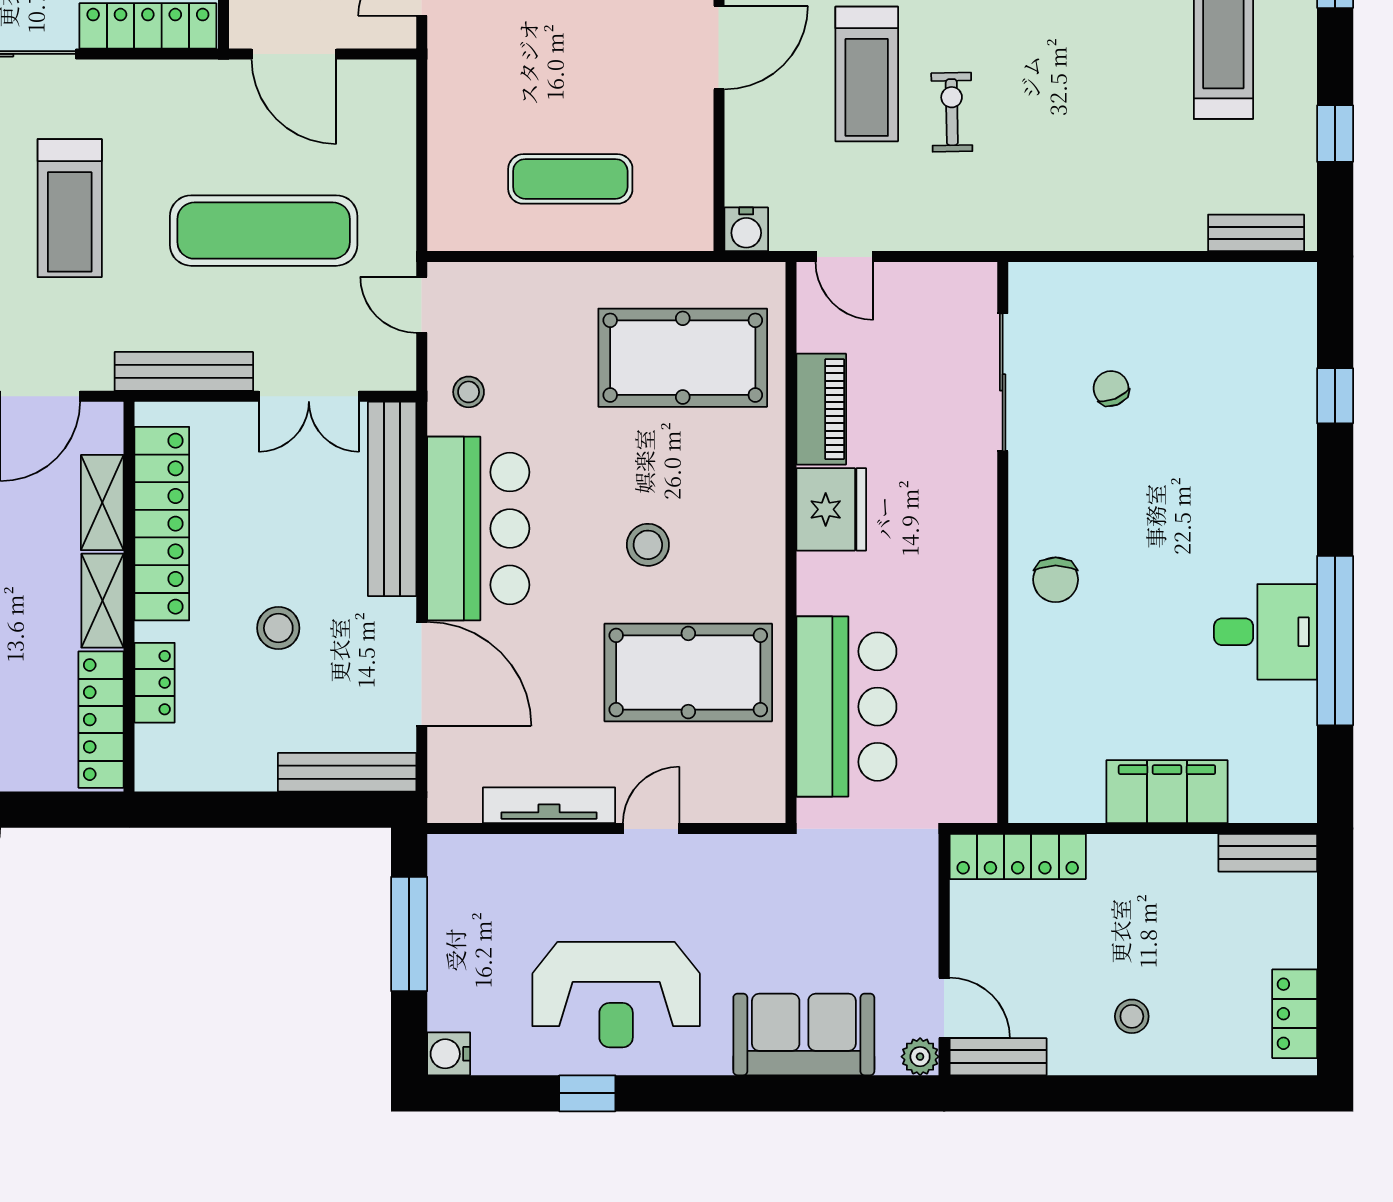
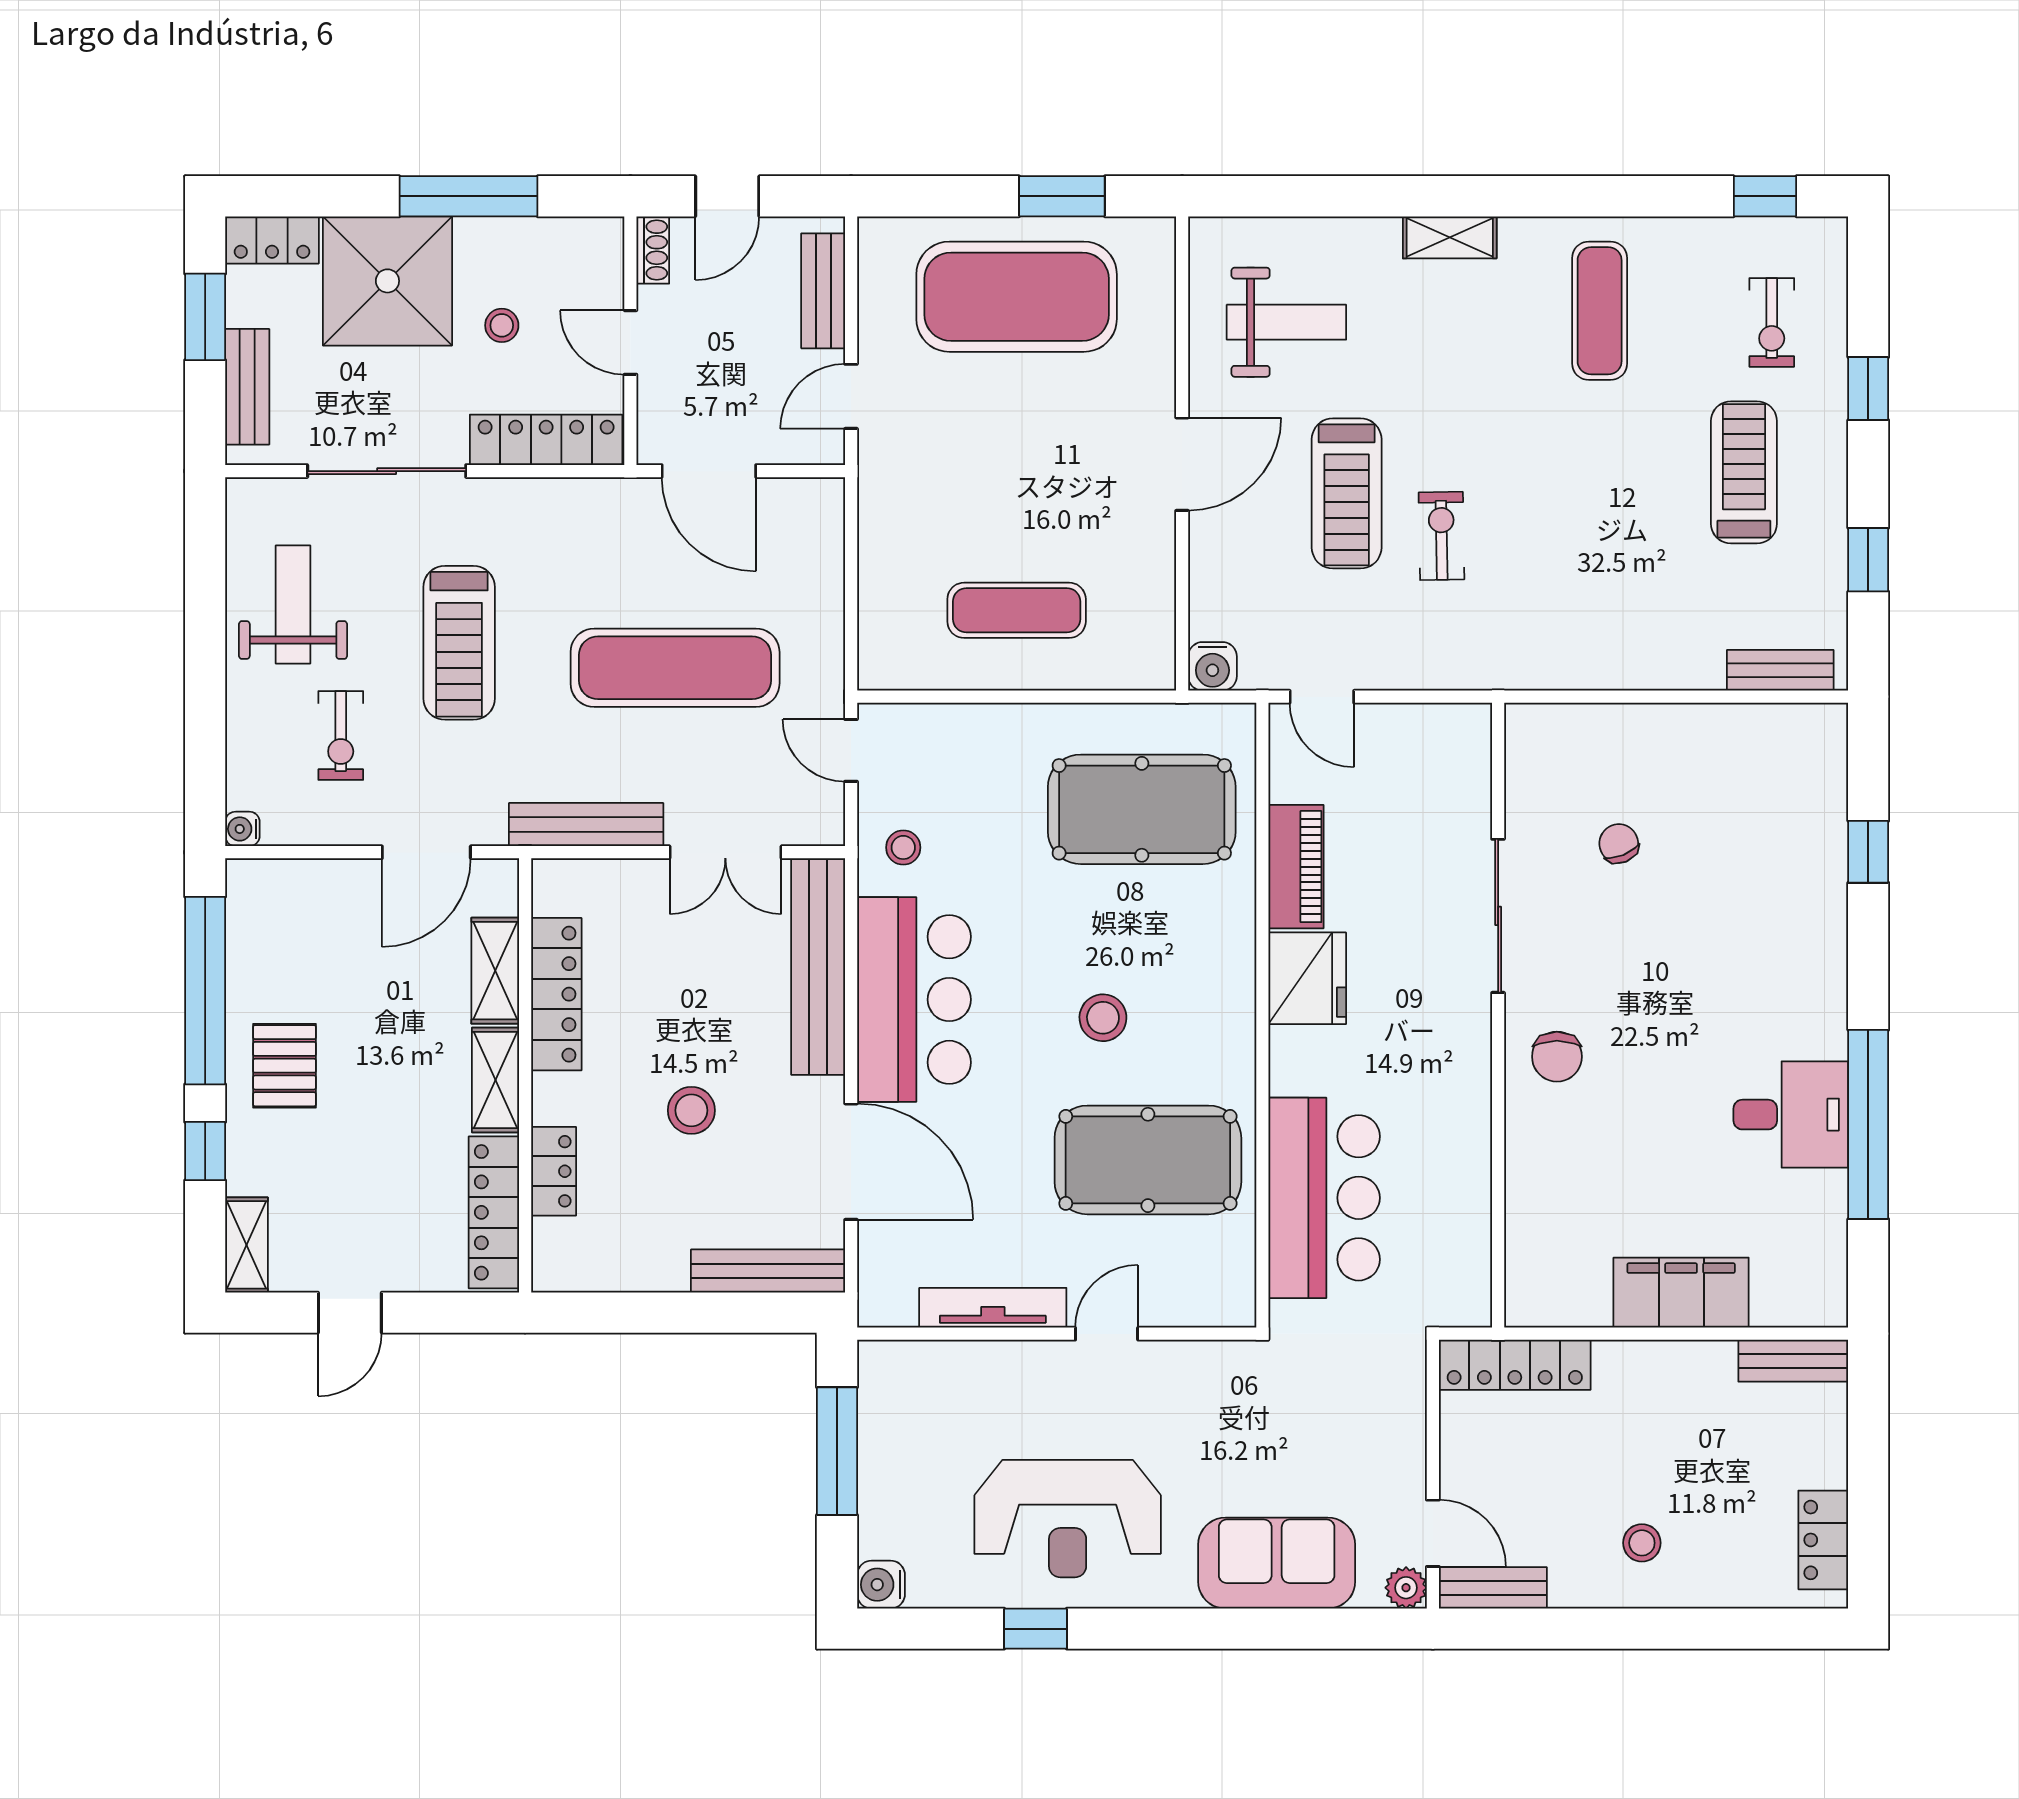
sliding door: (1003, 382) -> (1498, 916), moved
locker: (162, 524) -> (556, 994), width x0.71, depth x0.83

